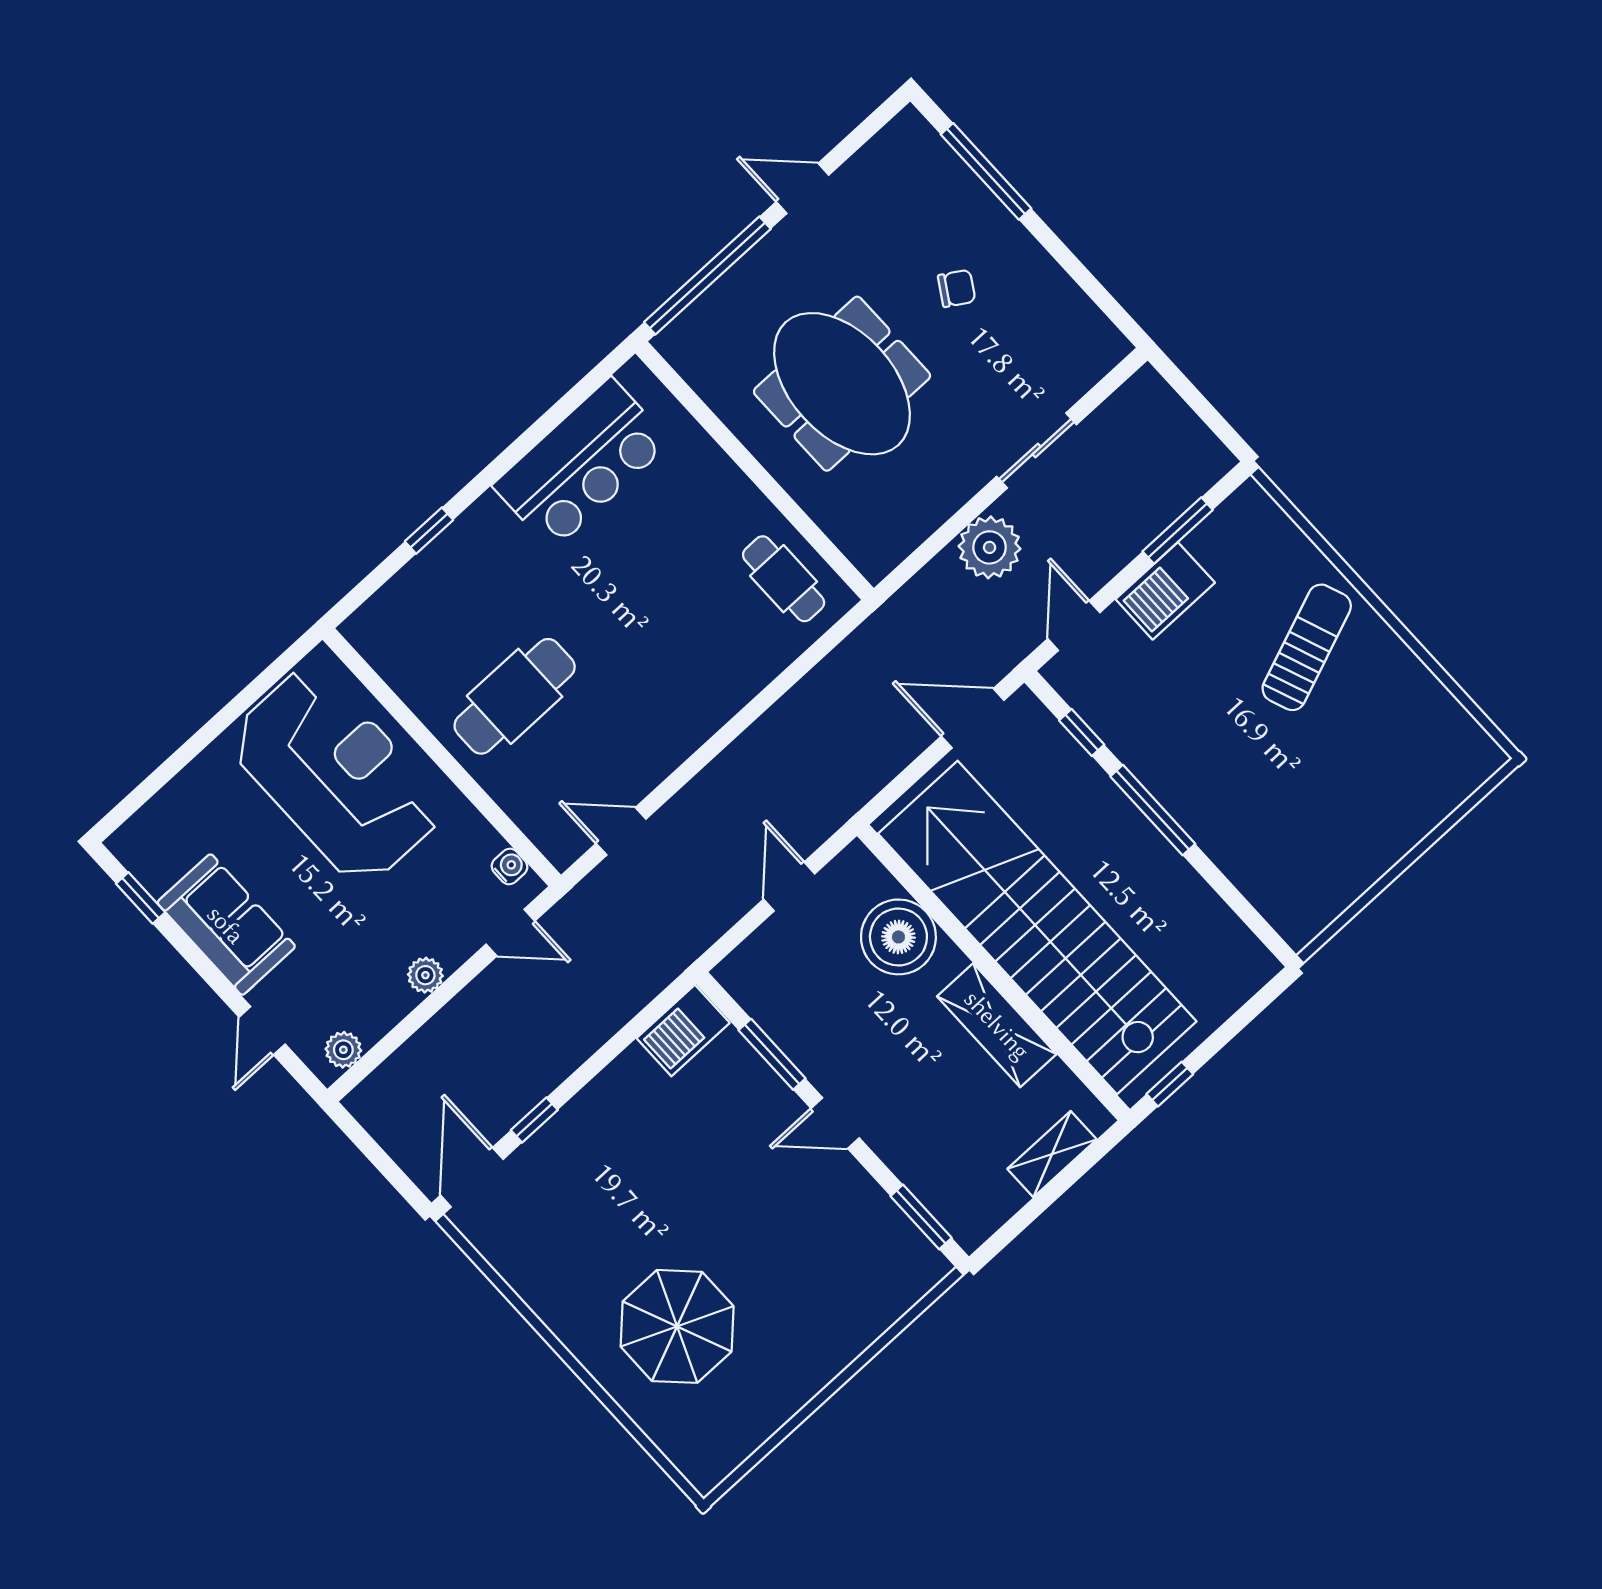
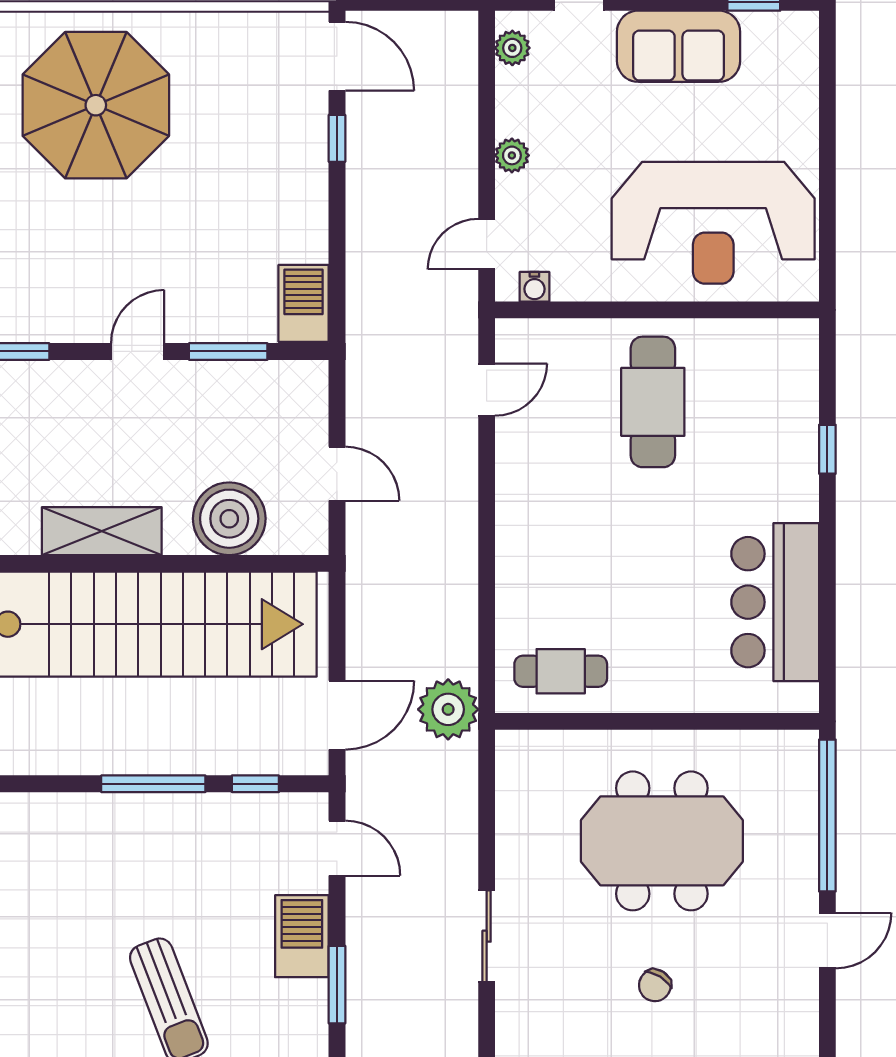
plant: (990, 547) -> (448, 709), moved
parasol: (677, 1326) -> (96, 105), width x1.36, depth x1.36

